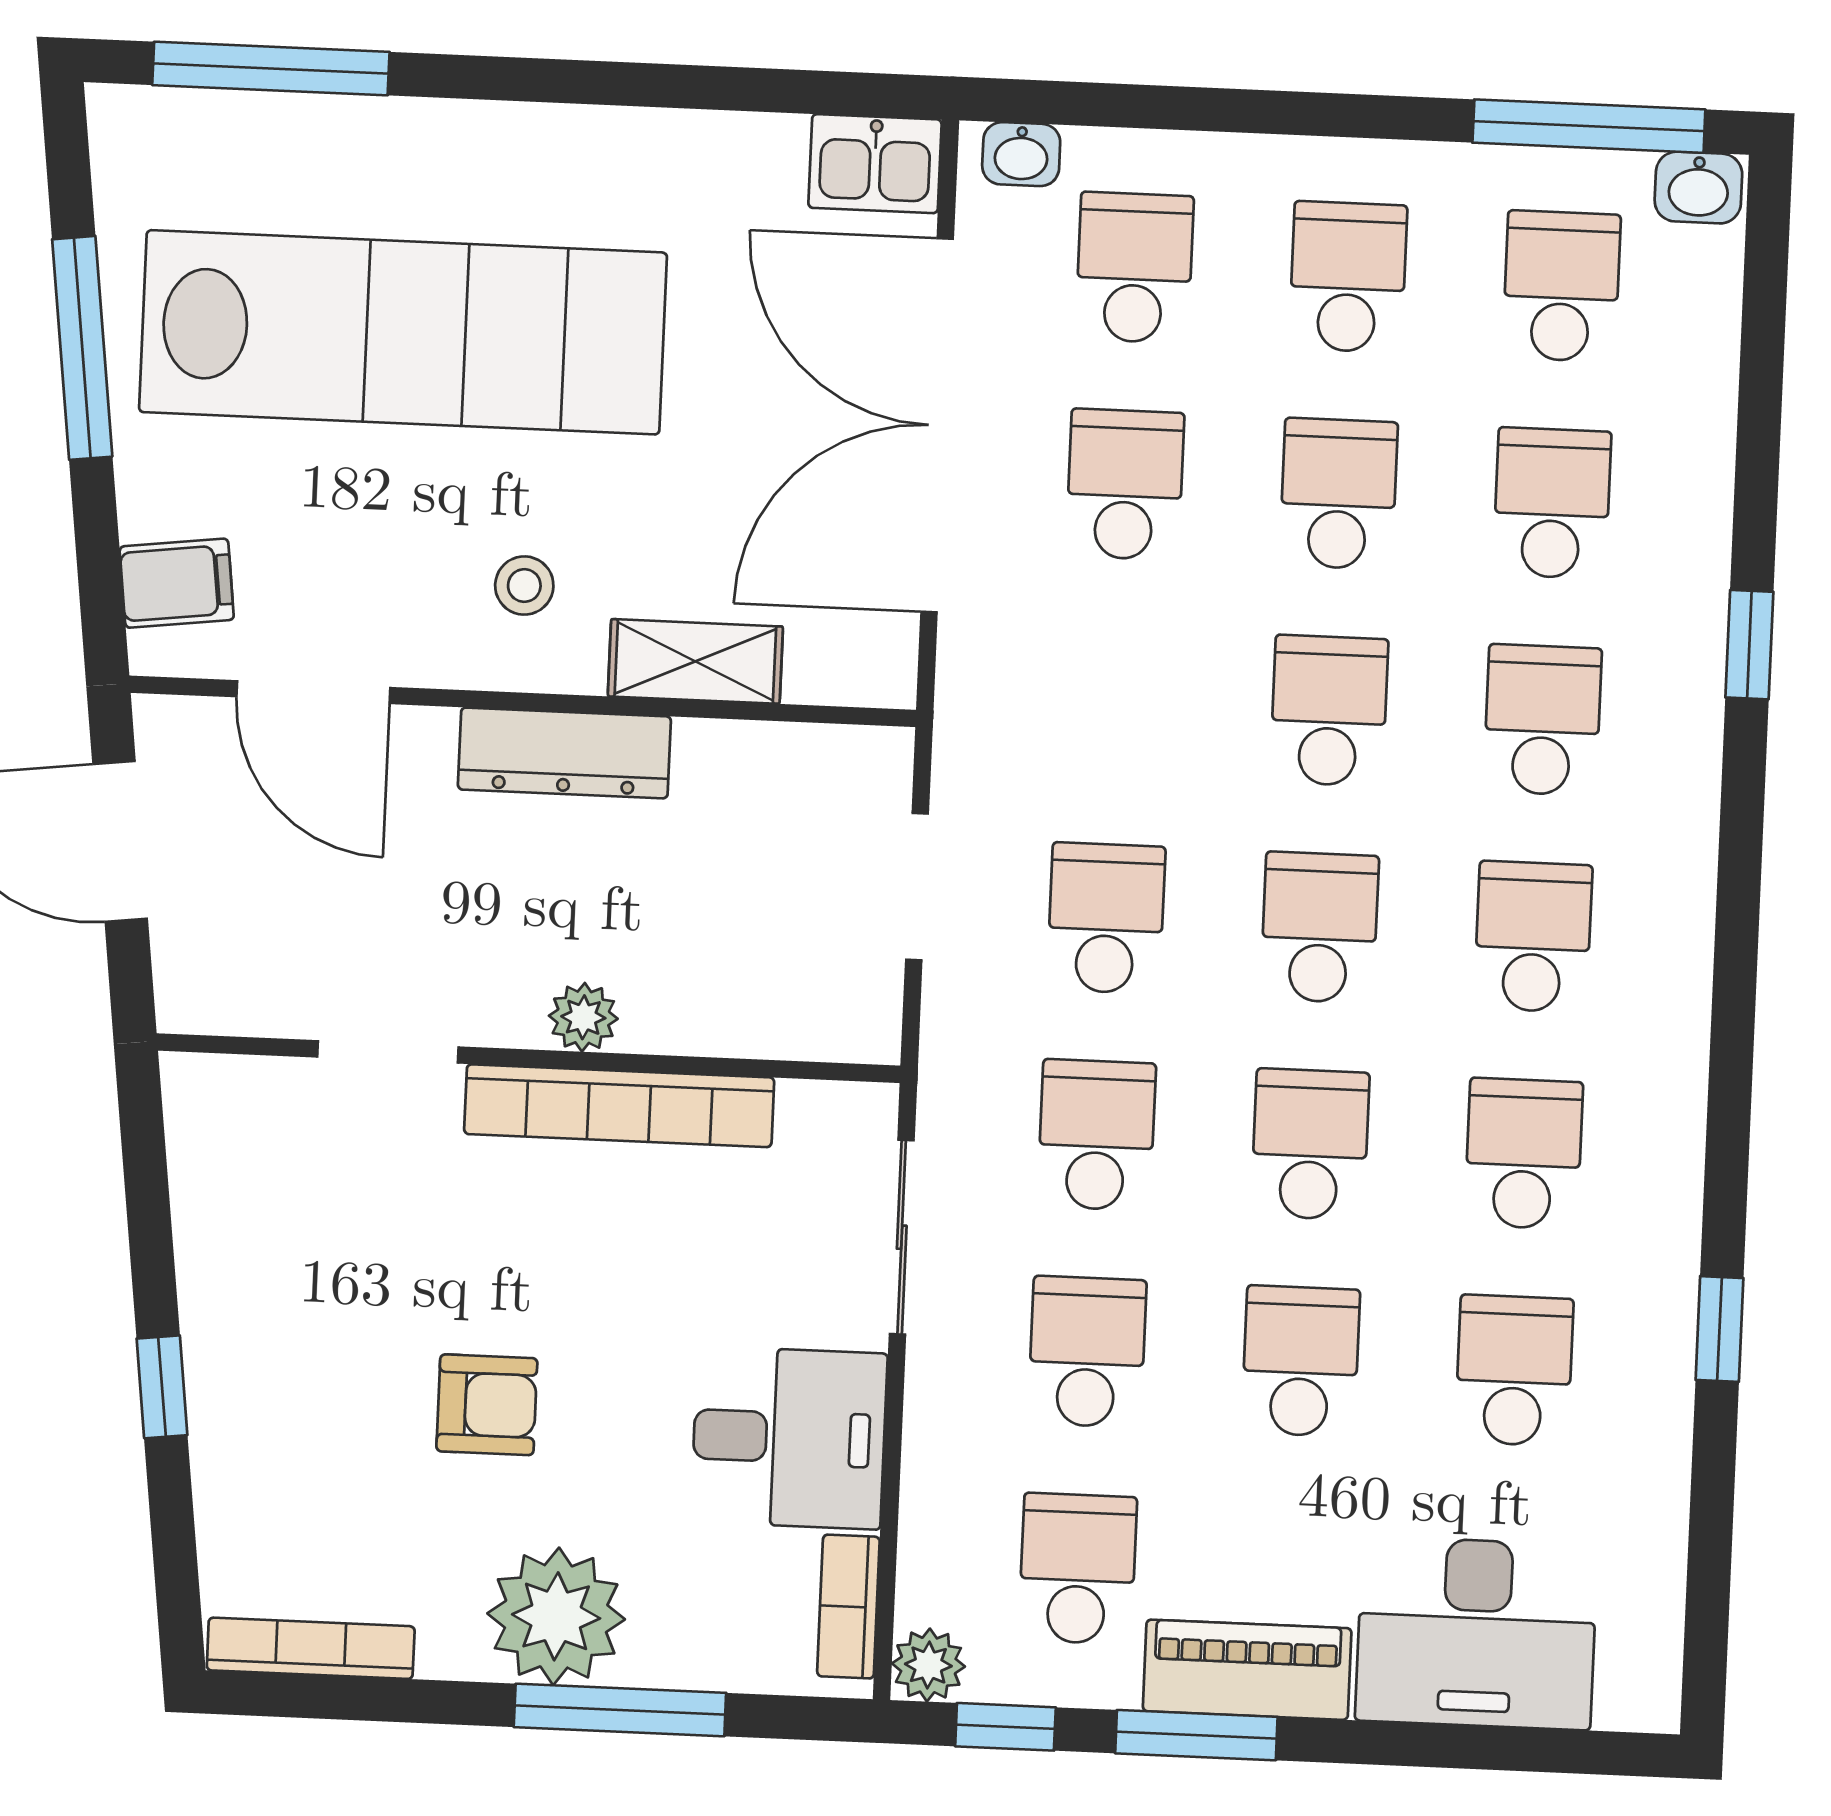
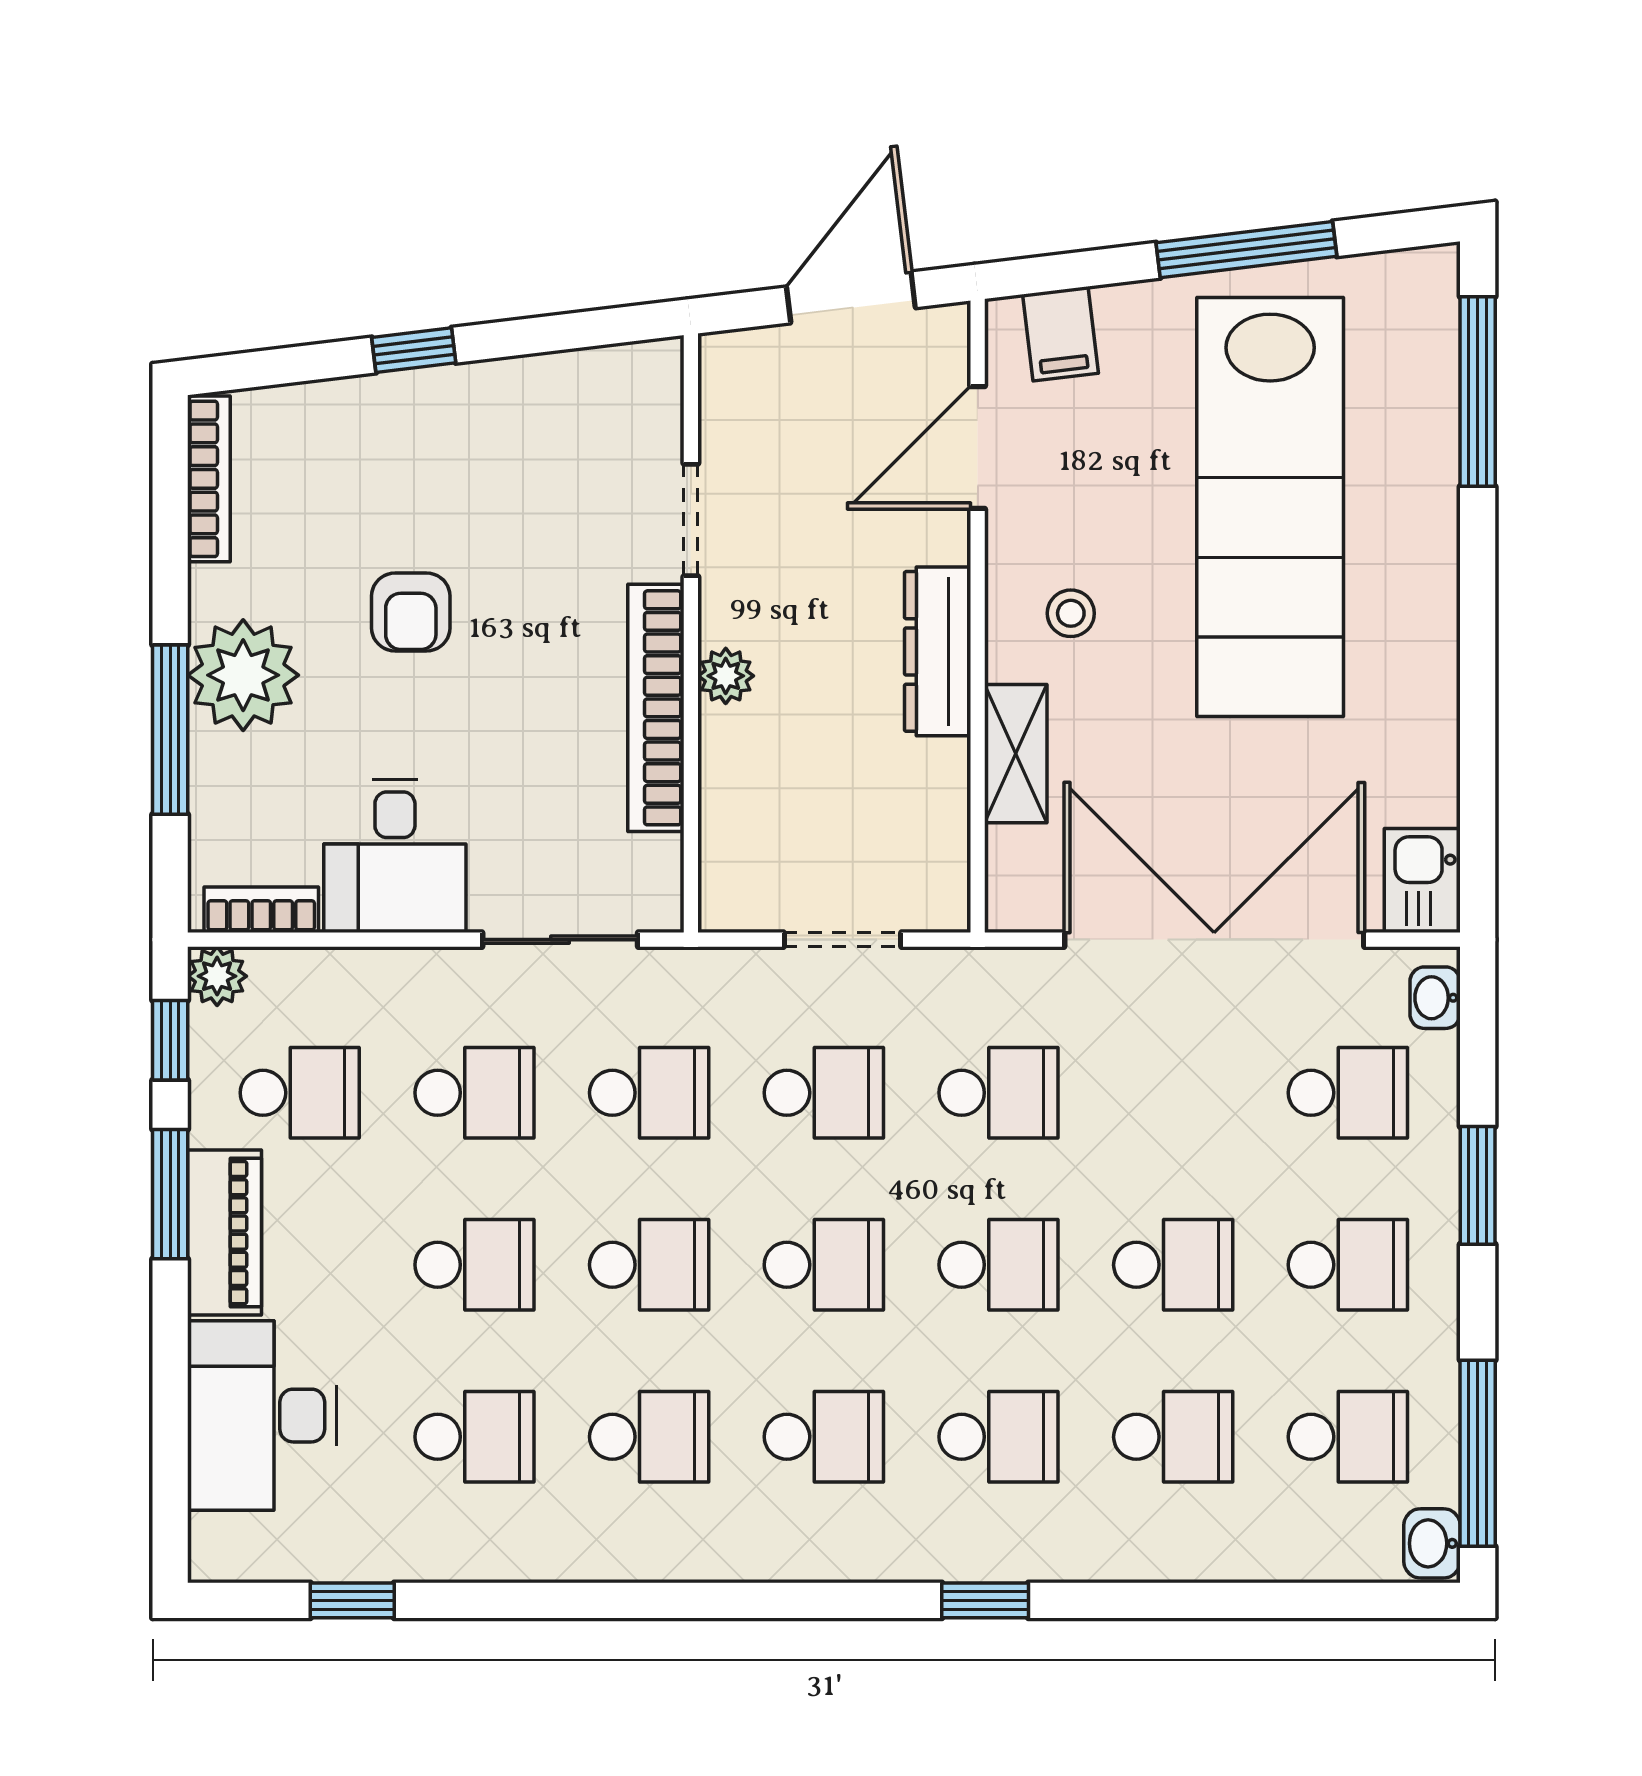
window: (1256, 112) -> (1478, 1185), added
school desk: (1125, 484) -> (999, 1093), moved
window: (1749, 645) -> (985, 1600), moved
window: (1719, 1329) -> (352, 1600), moved

